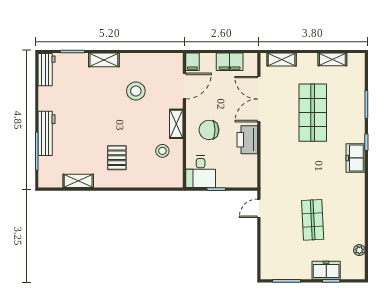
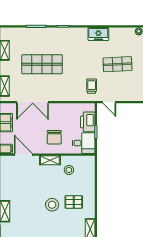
stool: (136, 91) -> (52, 205), moved
printer: (247, 140) -> (88, 122), moved, turned 90
freezer: (356, 158) -> (98, 34), moved
trolley: (281, 183) -> (92, 86), added

